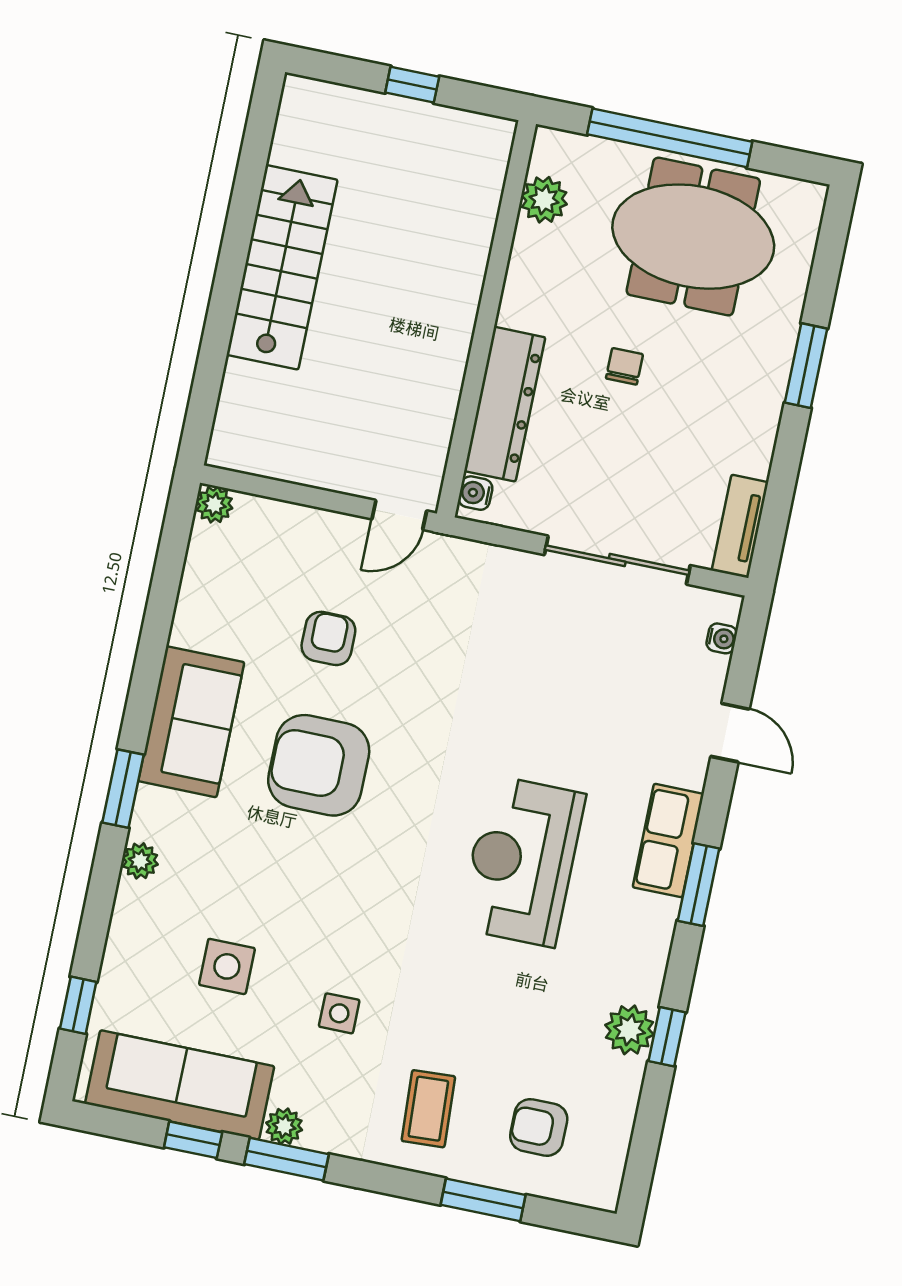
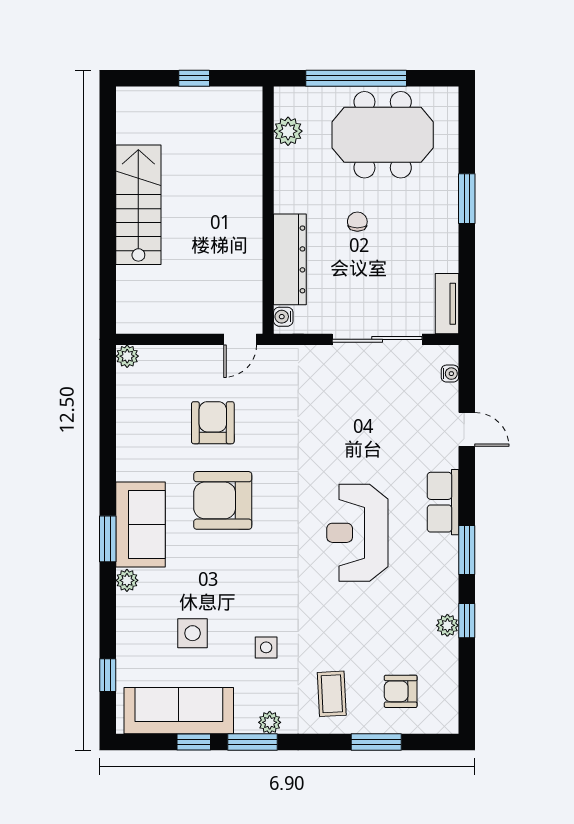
armchair: (328, 638) -> (213, 423), width x1.38, depth x1.38
sofa: (191, 722) -> (140, 524), moved
window: (699, 885) -> (467, 550), moved
plant: (629, 1030) -> (447, 625), width x0.73, depth x0.73
plant: (284, 1126) -> (270, 722), moved

